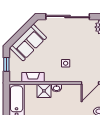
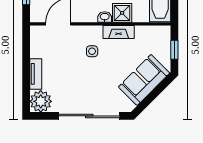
fireplace: (33, 77) -> (119, 32), moved

